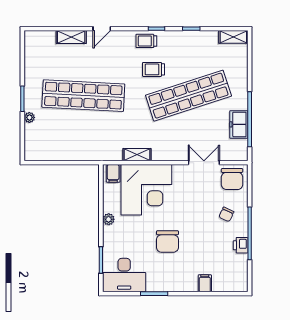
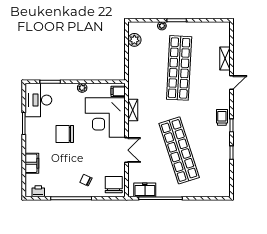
door: (102, 29) -> (232, 82), swing flipped
shelving: (233, 37) -> (225, 186), removed
trolley: (154, 69) -> (200, 123), removed
freezer: (239, 124) -> (145, 190), moved
plant: (47, 153) -> (134, 40), added
double door: (204, 163) -> (127, 150), moved
chair: (232, 179) -> (114, 185), turned 90
printer: (241, 245) -> (38, 191), moved
filing cabinet: (205, 283) -> (32, 163), width x2.00

